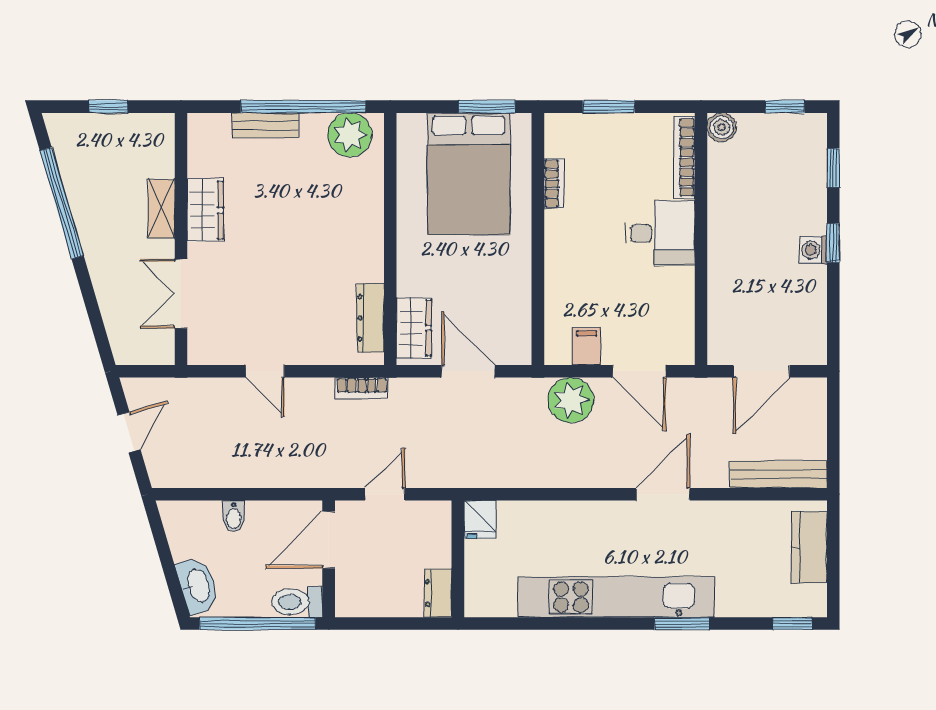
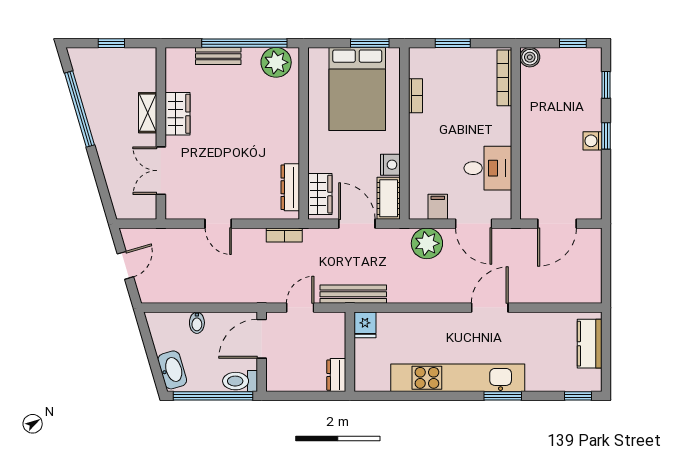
desk: (660, 233) -> (488, 168), moved
nightstand: (517, 285) -> (390, 165), added
cot: (515, 334) -> (389, 198), added
bench: (779, 475) -> (353, 294), moved

